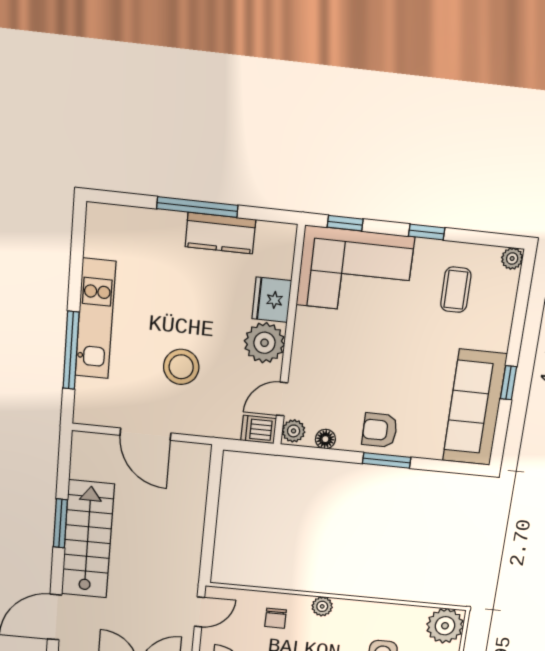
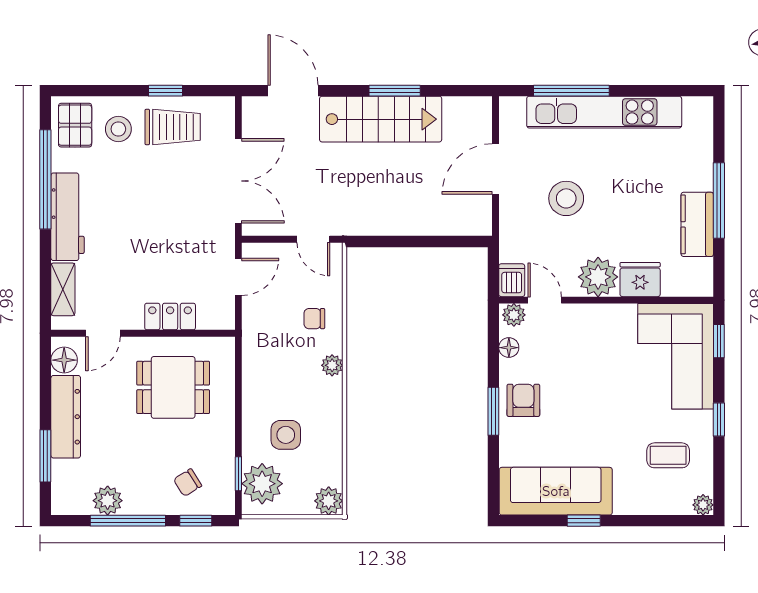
kitchen unit: (95, 319) -> (604, 112), width x1.36
plant: (445, 626) -> (329, 501), width x0.73, depth x0.73

